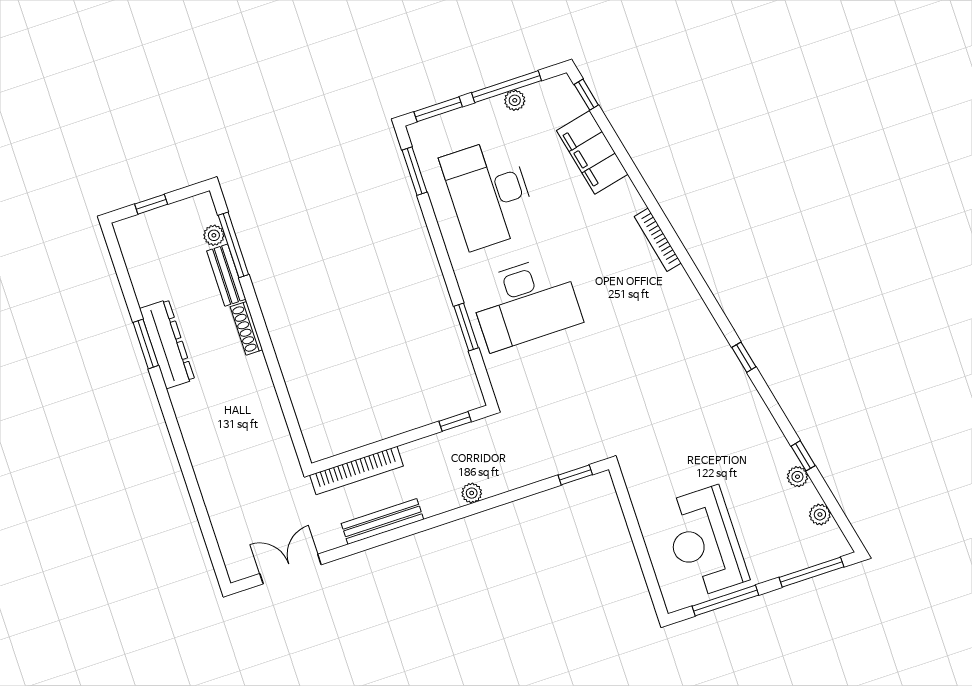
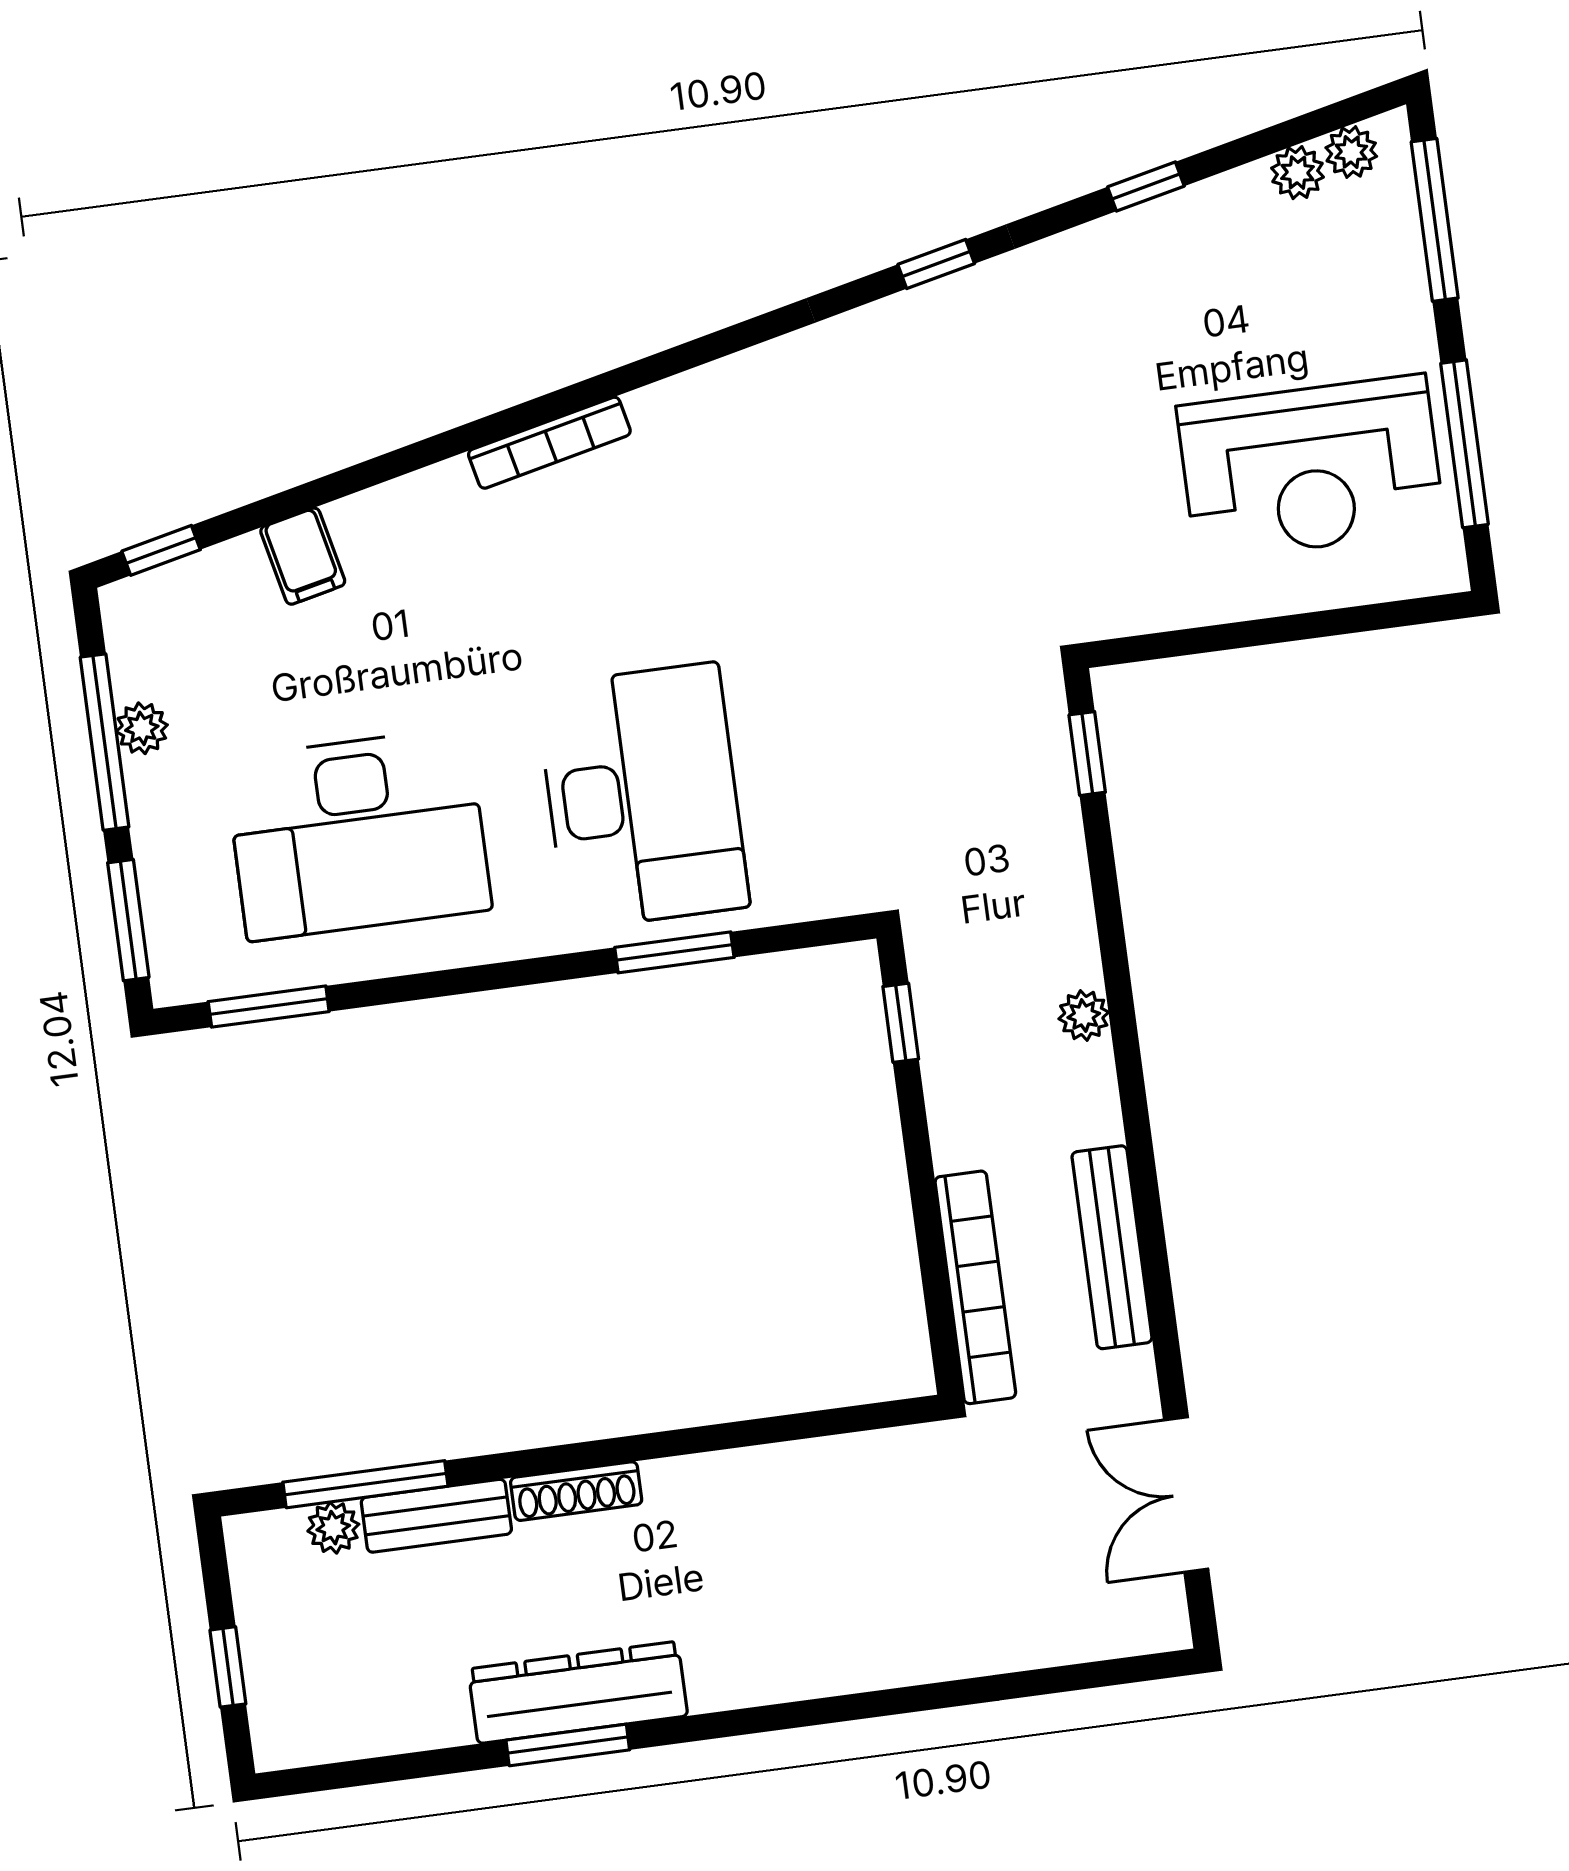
filing cabinet: (592, 152) -> (303, 556), width x0.33, depth x0.86
window: (744, 357) -> (936, 264), moved
plant: (797, 477) -> (1351, 152), moved

